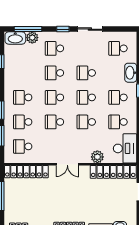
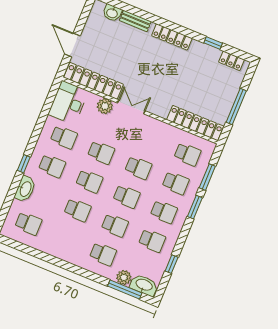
window: (63, 29) -> (84, 273), removed
sliding door: (90, 29) -> (52, 260), removed
school desk: (23, 73) -> (152, 241), added
double door: (67, 164) -> (131, 107), moved

